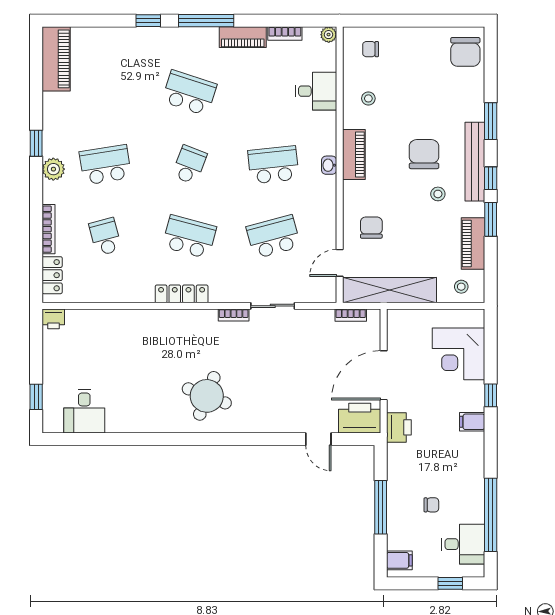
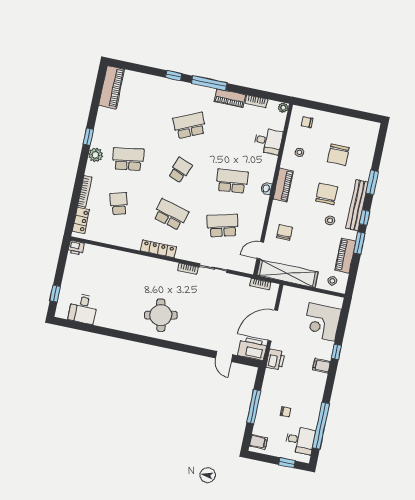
chair: (465, 52) -> (338, 155), moved
school desk: (189, 93) -> (190, 126), turned -42
round table: (207, 396) -> (161, 315), turned -33

